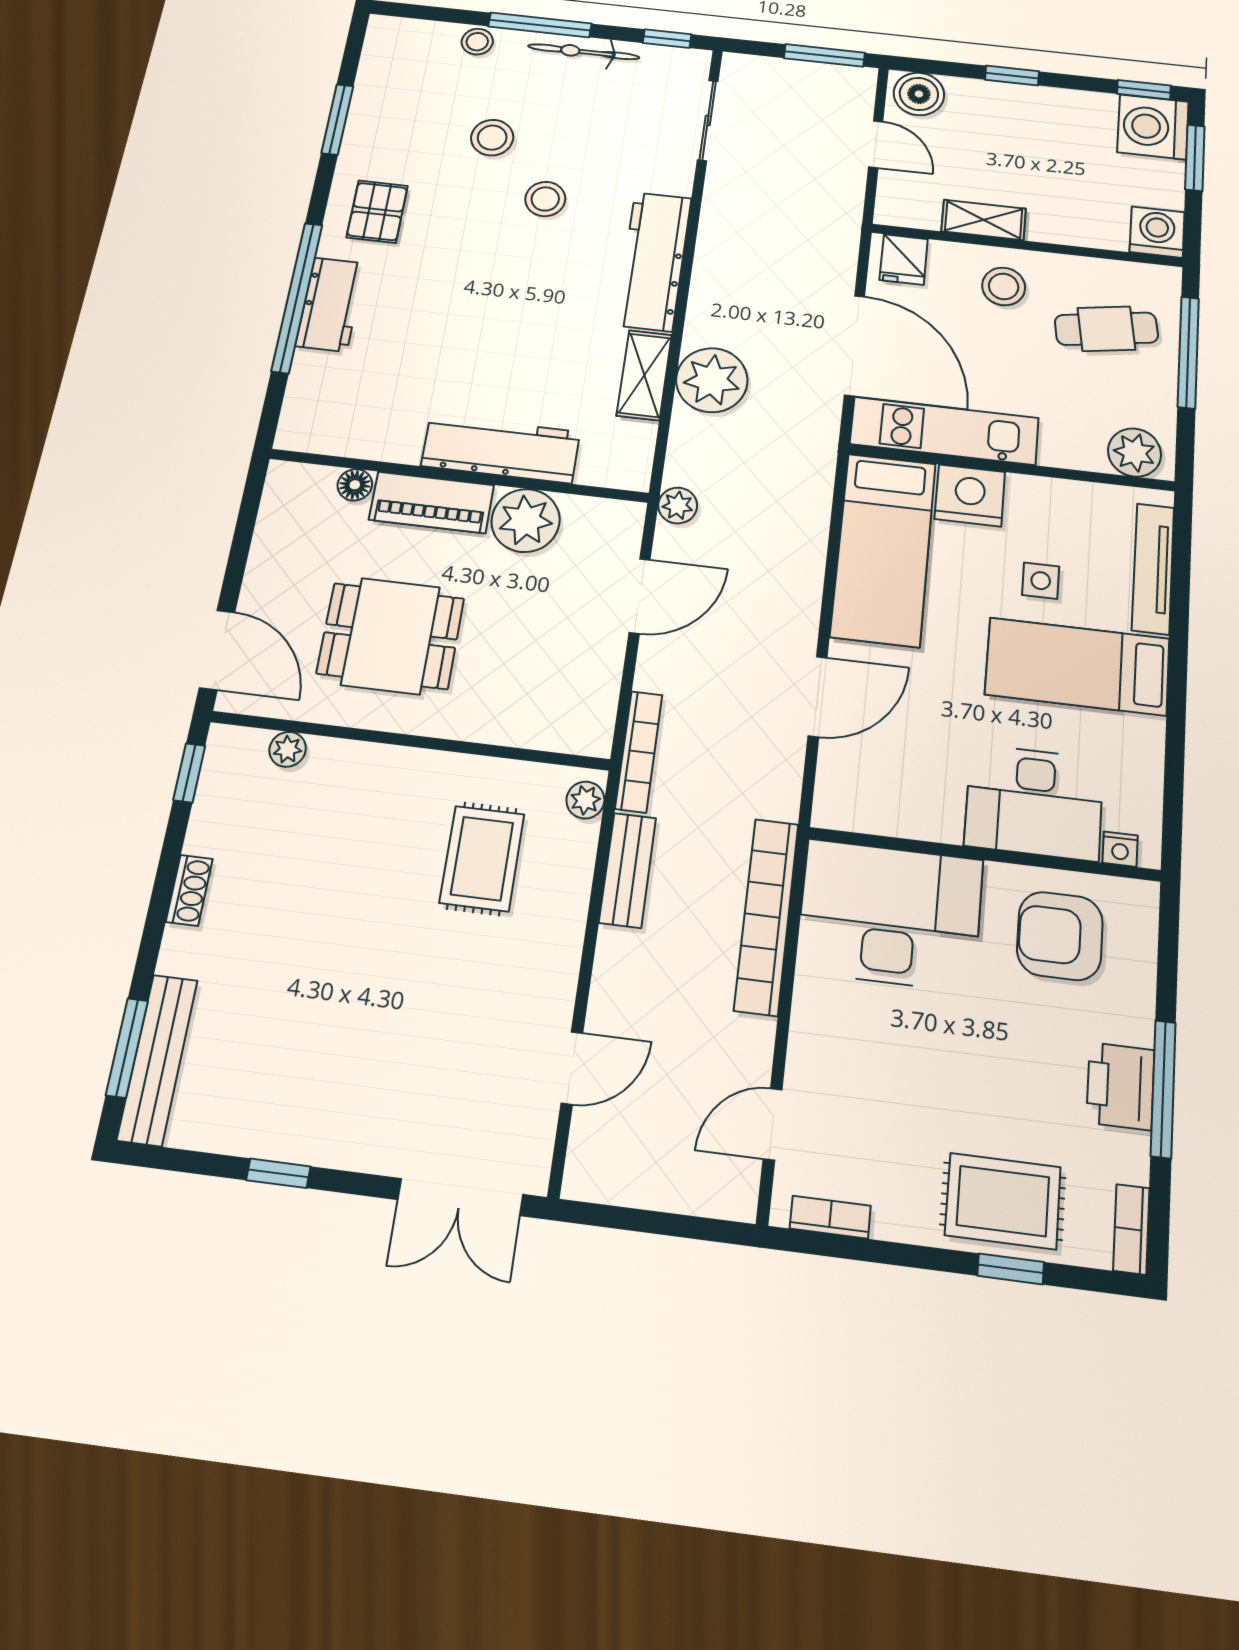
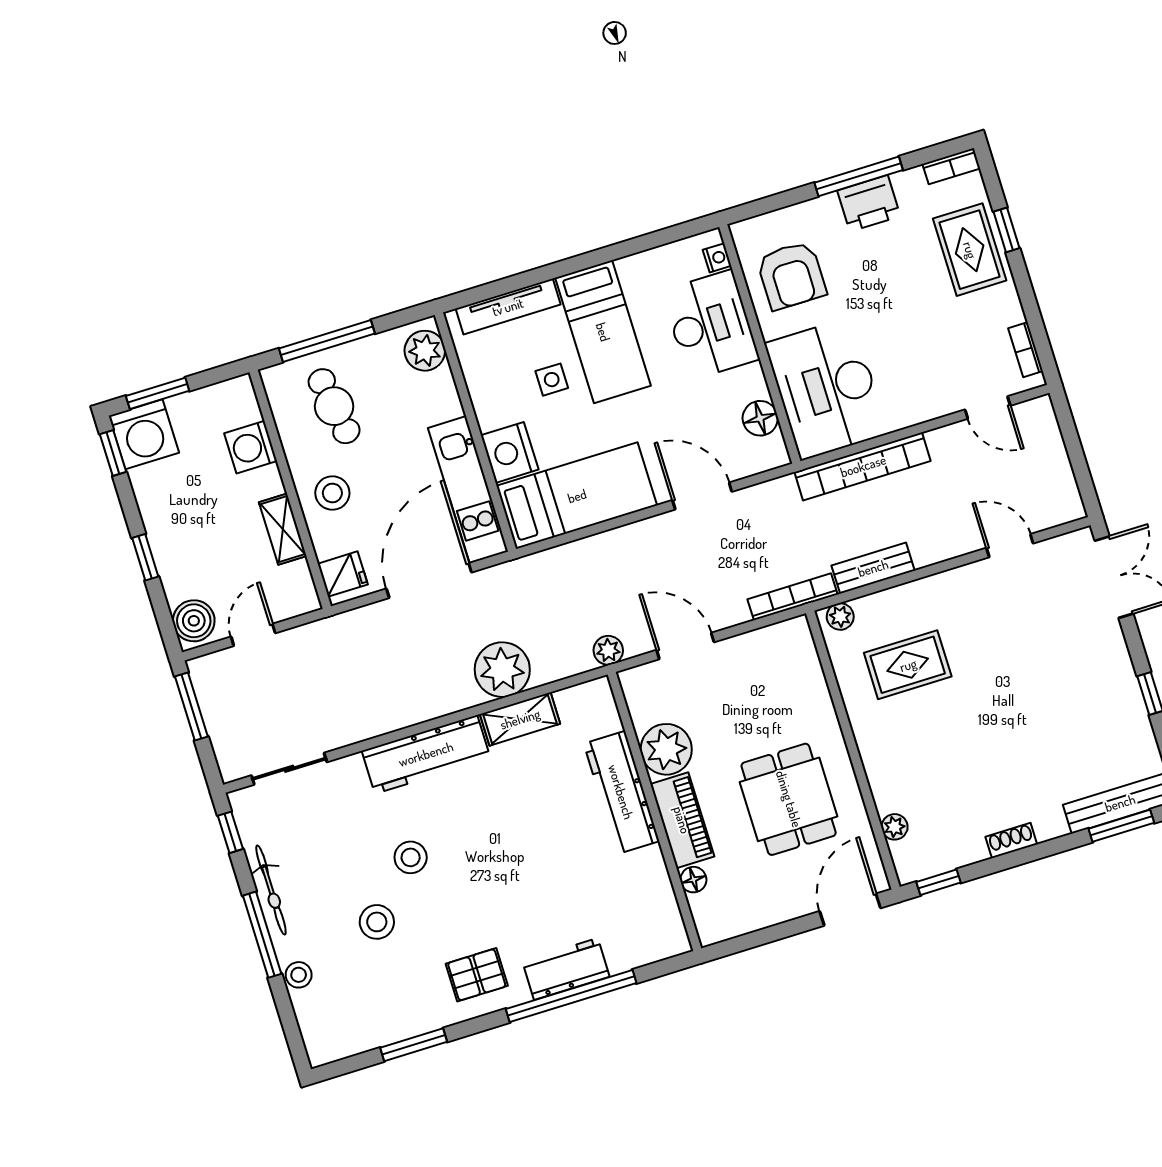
washing machine: (1157, 232) -> (251, 447), moved
floor lamp: (886, 812) -> (760, 418), added

